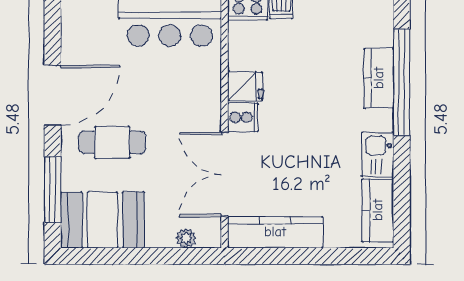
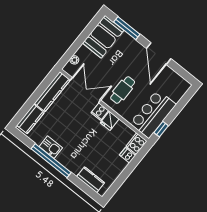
kitchen counter: (379, 78) -> (91, 180), moved
window: (402, 82) -> (51, 161), moved
cafe table: (112, 142) -> (123, 90), moved
kitchen counter: (378, 210) -> (30, 119), moved, turned 90

